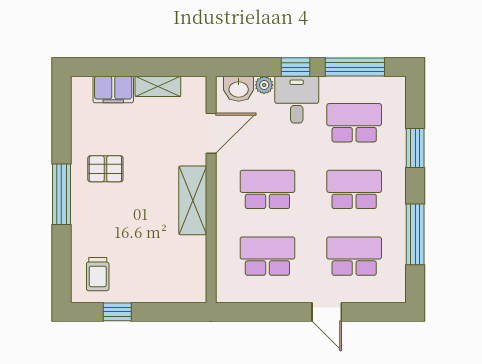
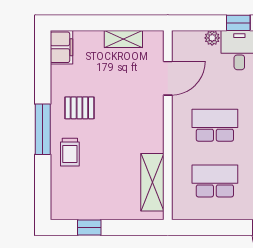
washbasin: (239, 89) -> (191, 41), removed
filing cabinet: (113, 90) -> (61, 47), moved, turned -90
shelving: (193, 200) -> (152, 182), moved
trolley: (98, 274) -> (70, 152), moved

